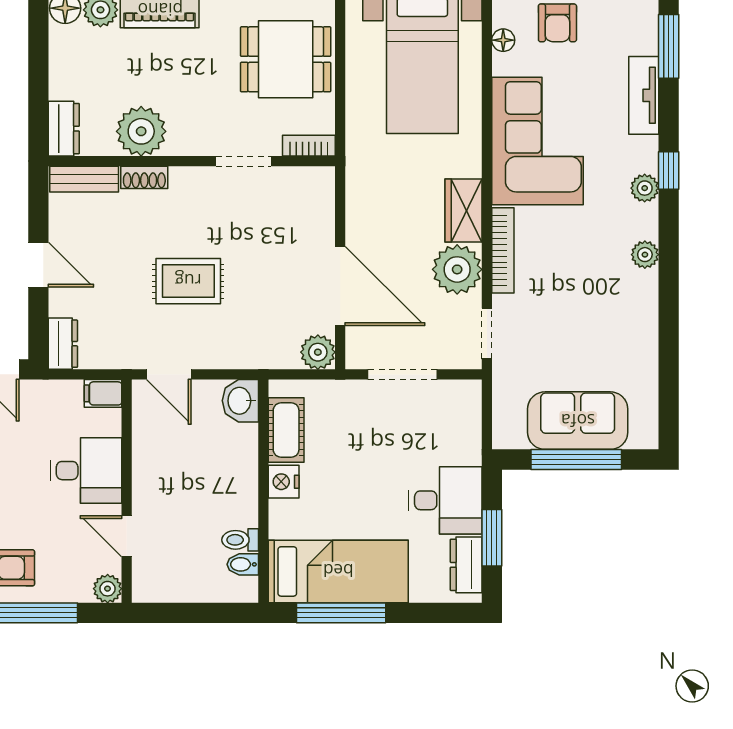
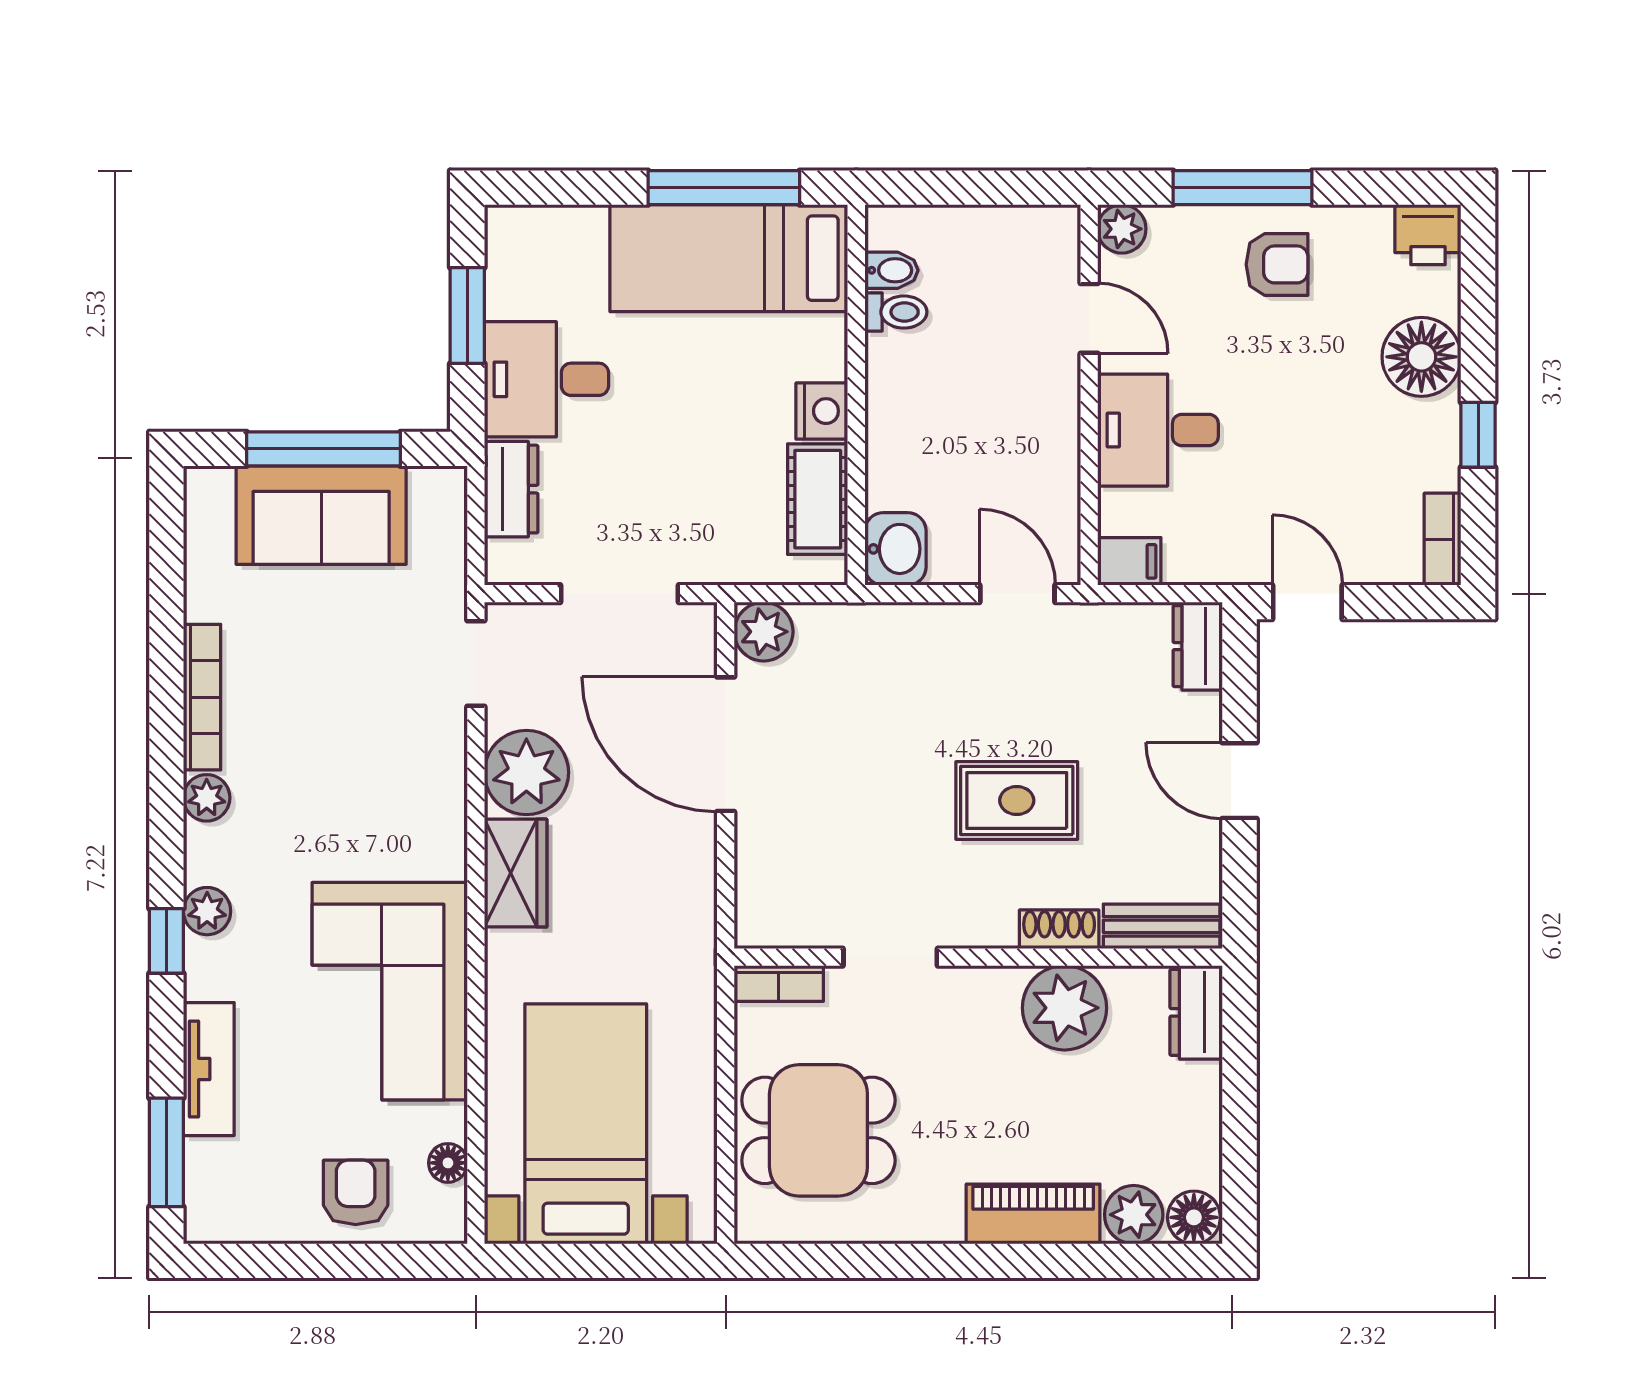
bookcase: (503, 250) -> (202, 697), moved, turned 180
rug: (188, 281) -> (1017, 800), moved
dresser: (466, 565) -> (511, 489), moved

